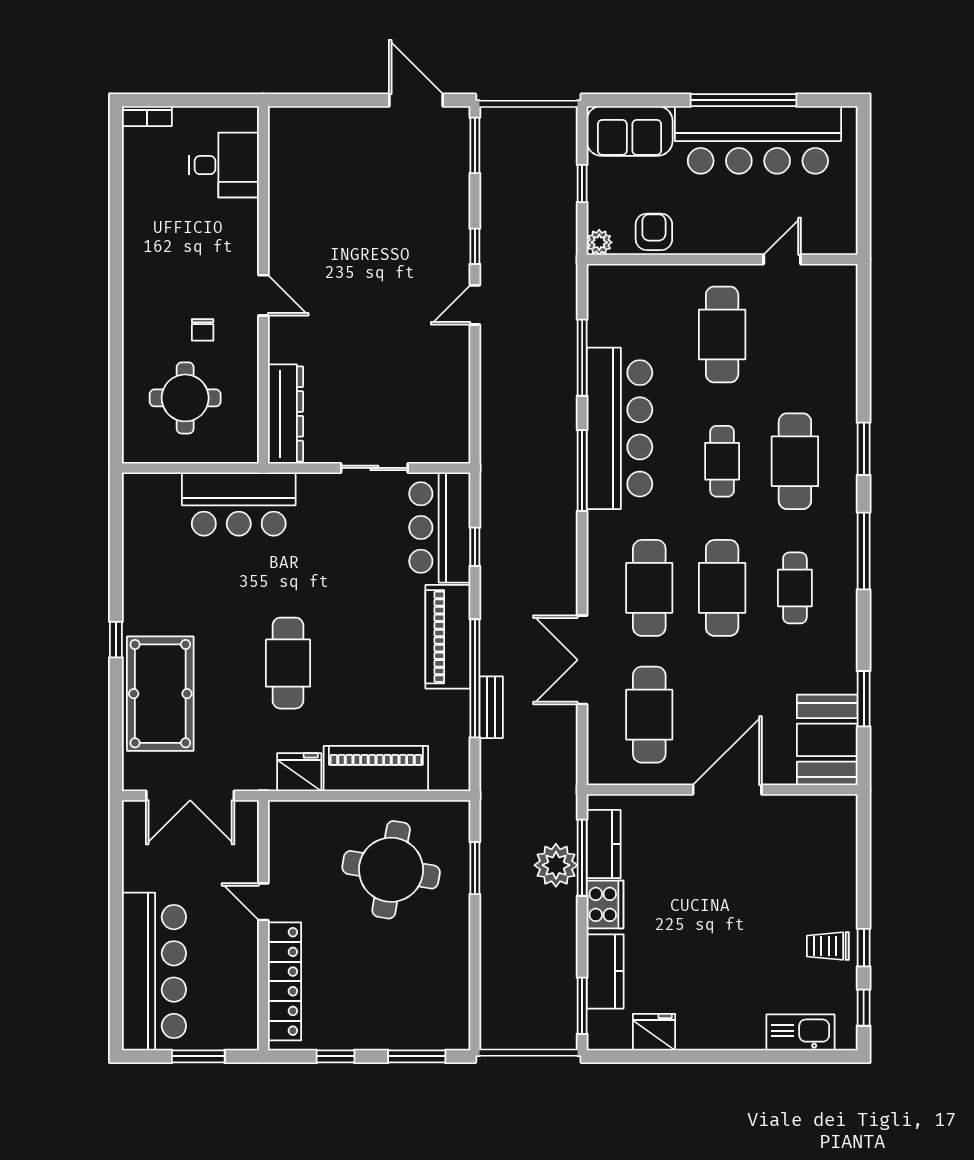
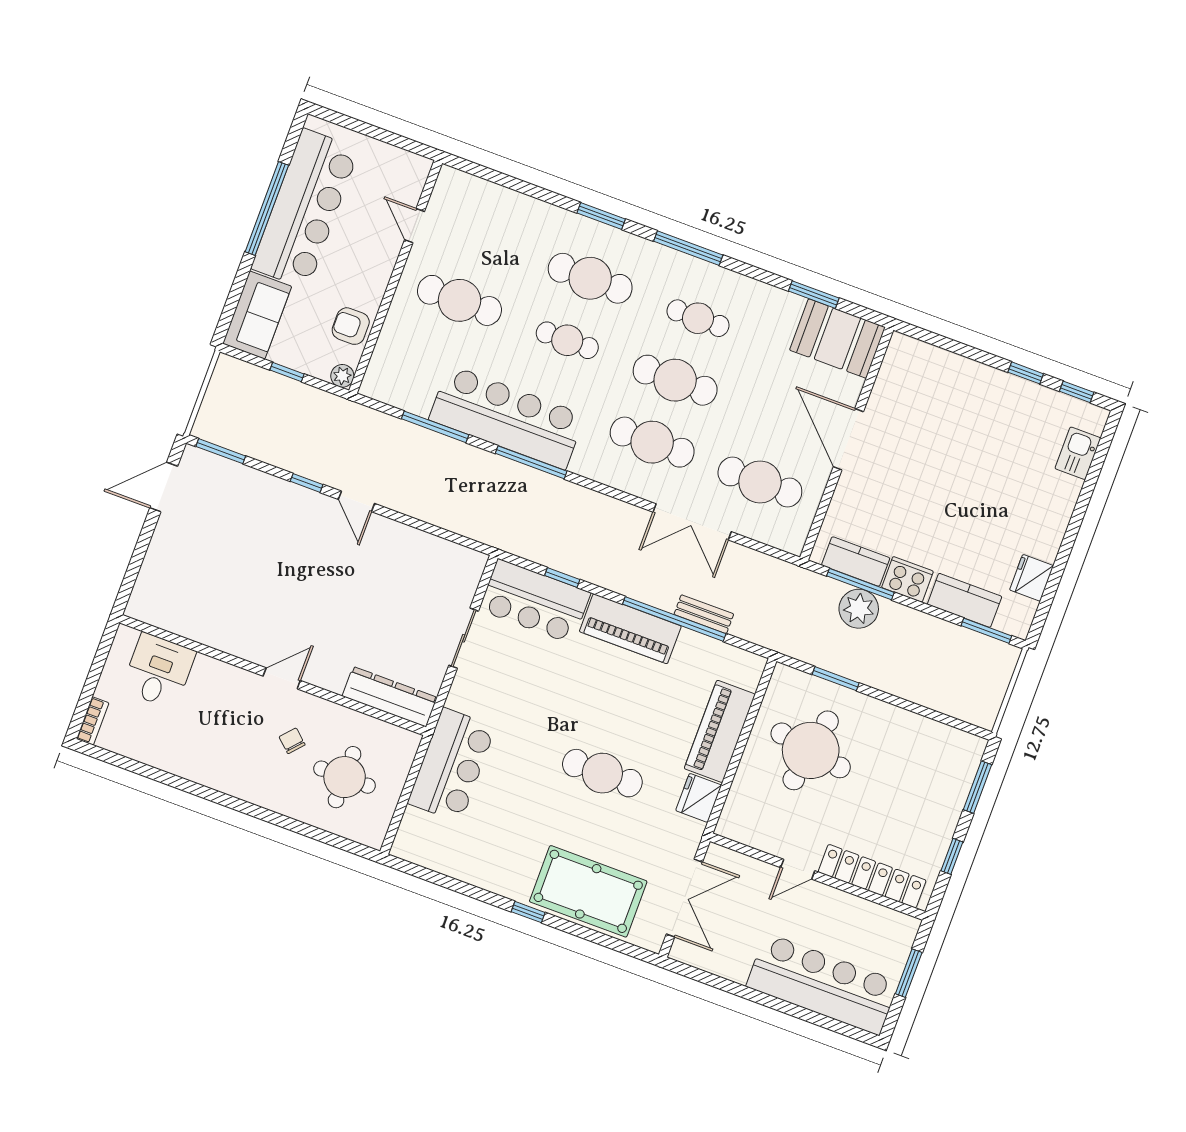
chair: (203, 330) -> (292, 741), turned -138
trolley: (828, 946) -> (1013, 403), removed
kitchen sink: (801, 1032) -> (1078, 453), width x0.73

